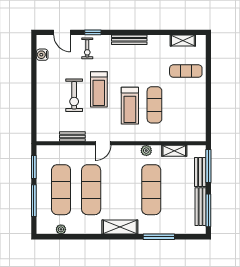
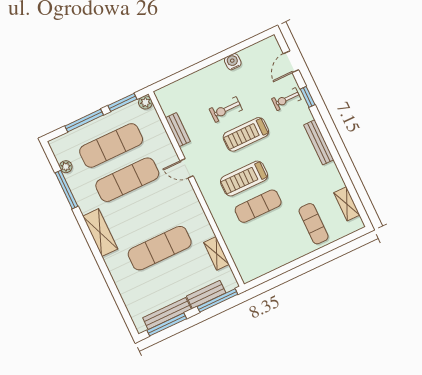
water cooler: (42, 55) -> (233, 62), moved
exercise bike: (74, 95) -> (226, 109), width x0.73, depth x0.72
plant: (146, 151) -> (145, 102), moved
window: (159, 237) -> (66, 190), moved

